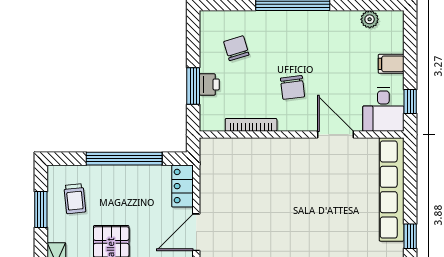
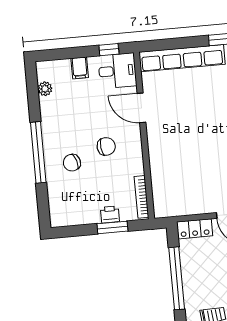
chair: (236, 48) -> (72, 163), moved
bookcase: (251, 125) -> (142, 197), moved
door: (336, 135) -> (141, 108), hinge flipped

